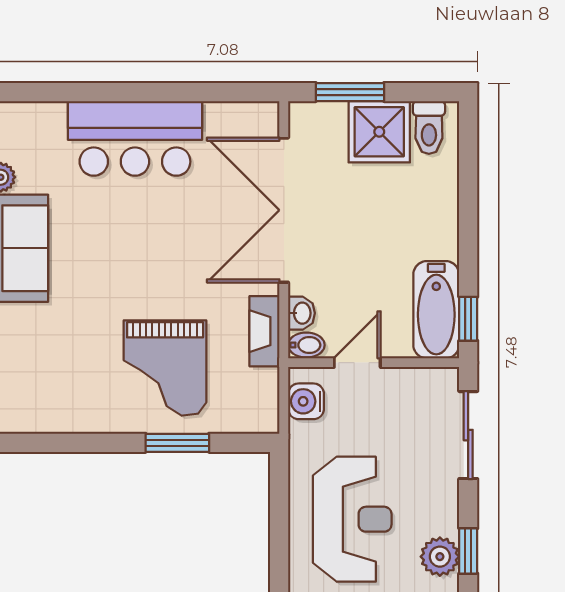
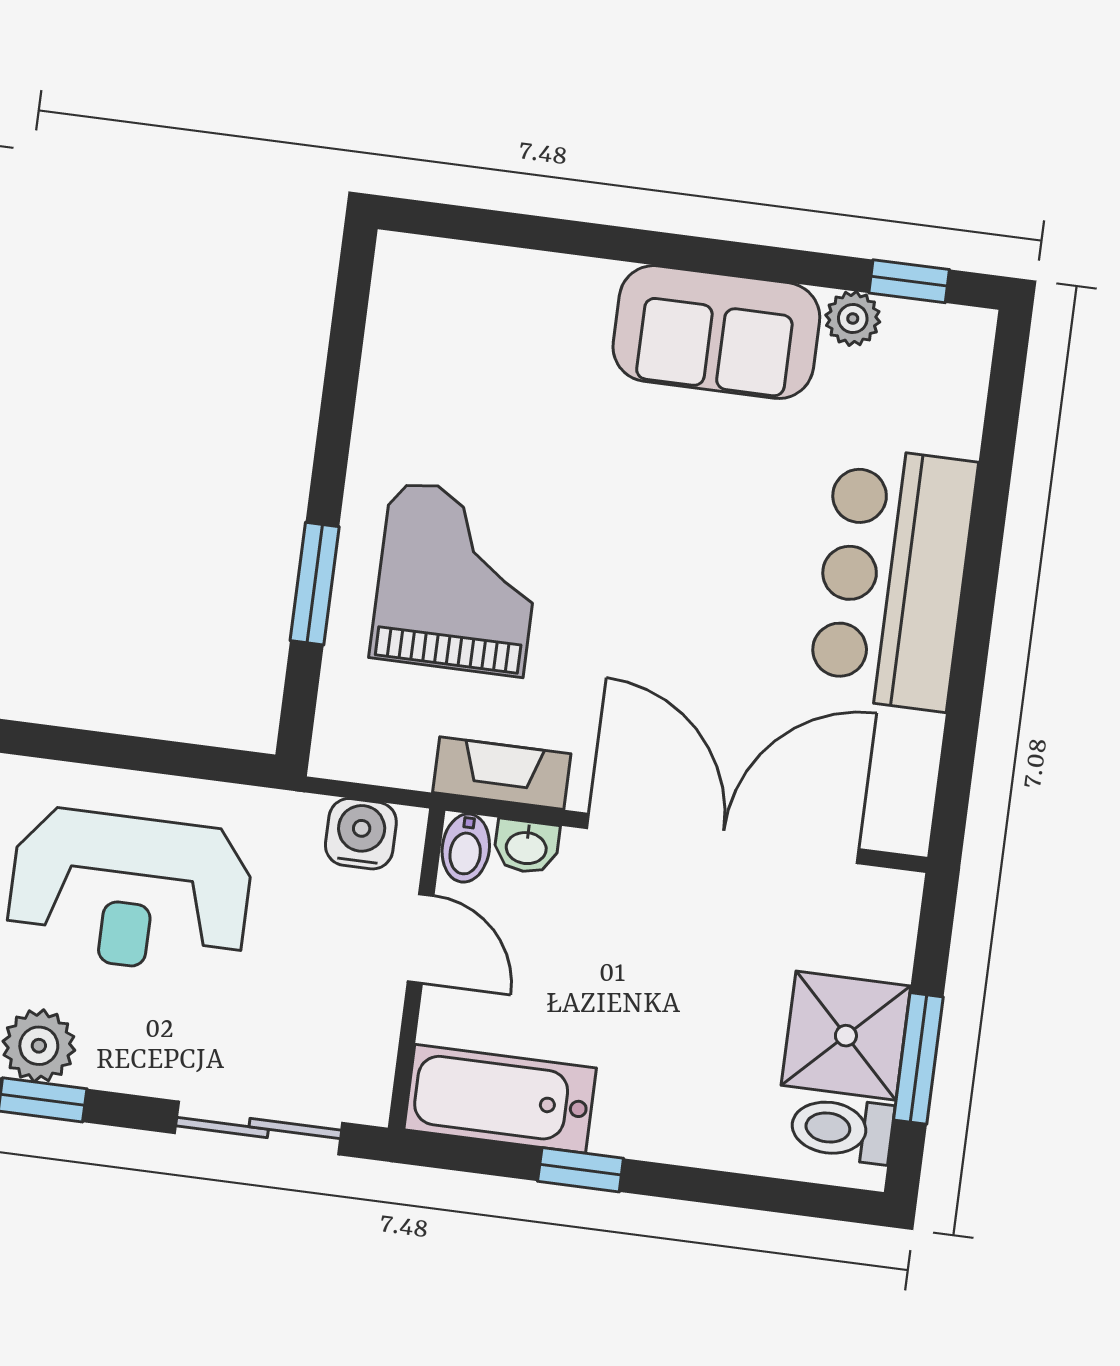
window: (350, 92) -> (918, 1058), moved
window: (468, 319) -> (581, 1170), moved
grand piano: (165, 368) -> (457, 579), turned 90

